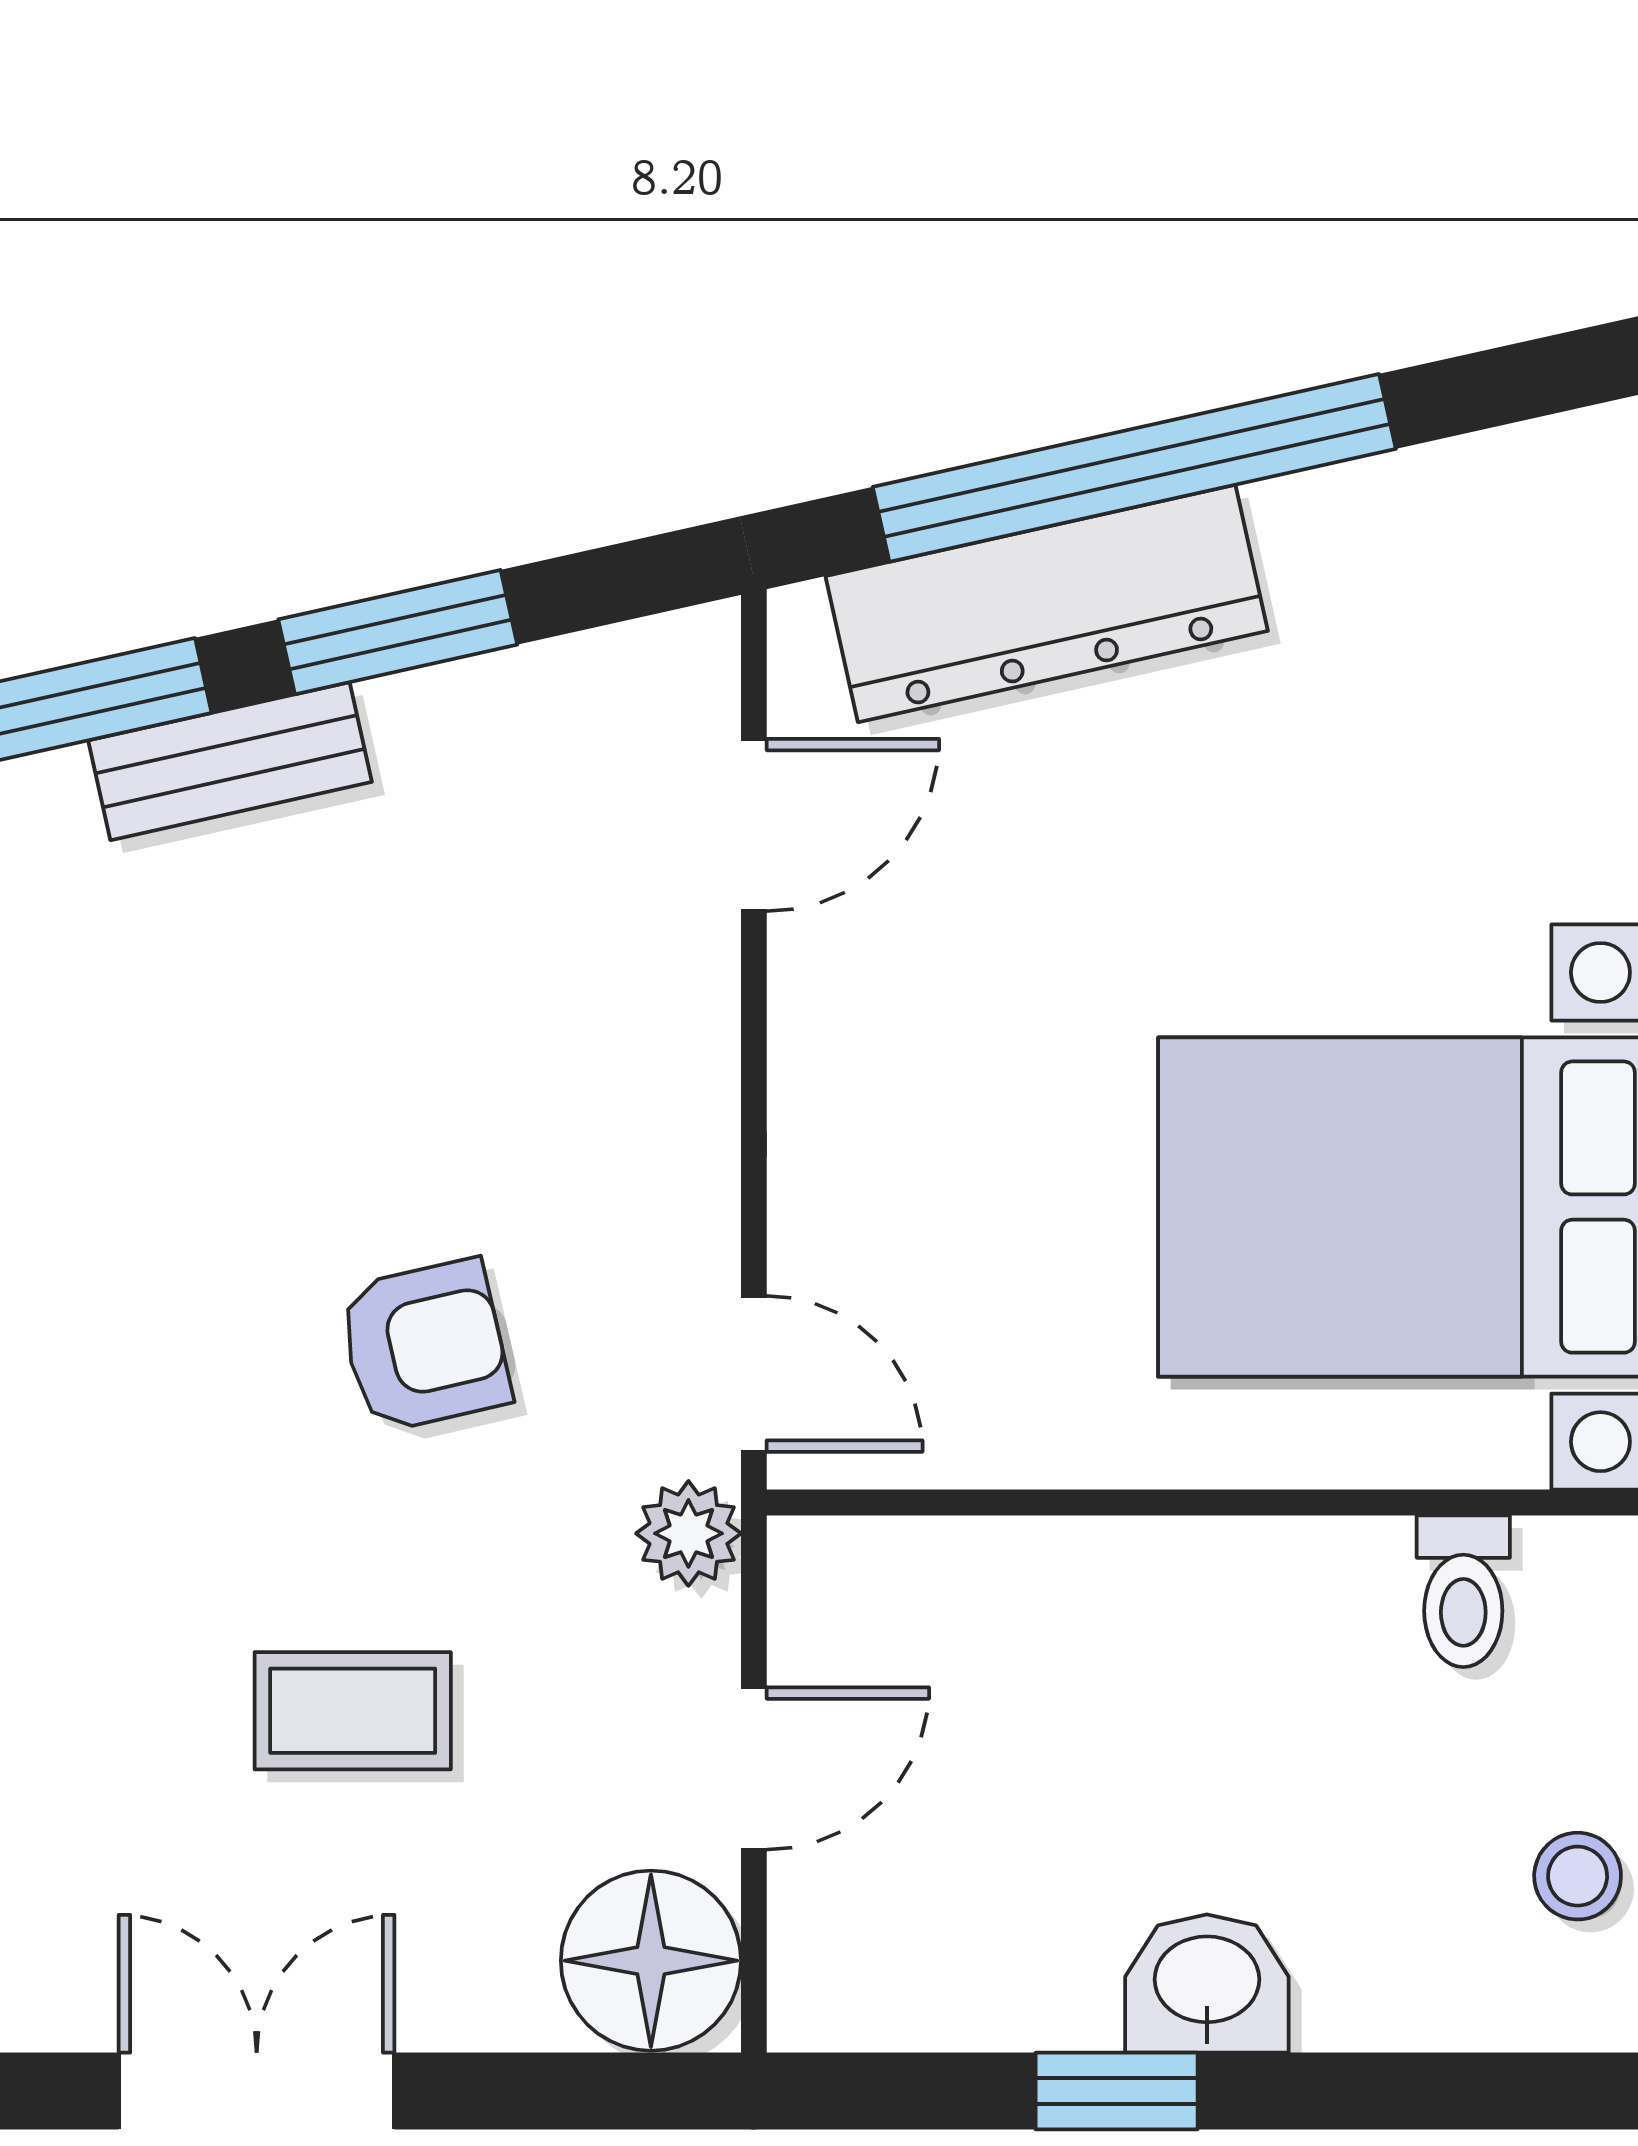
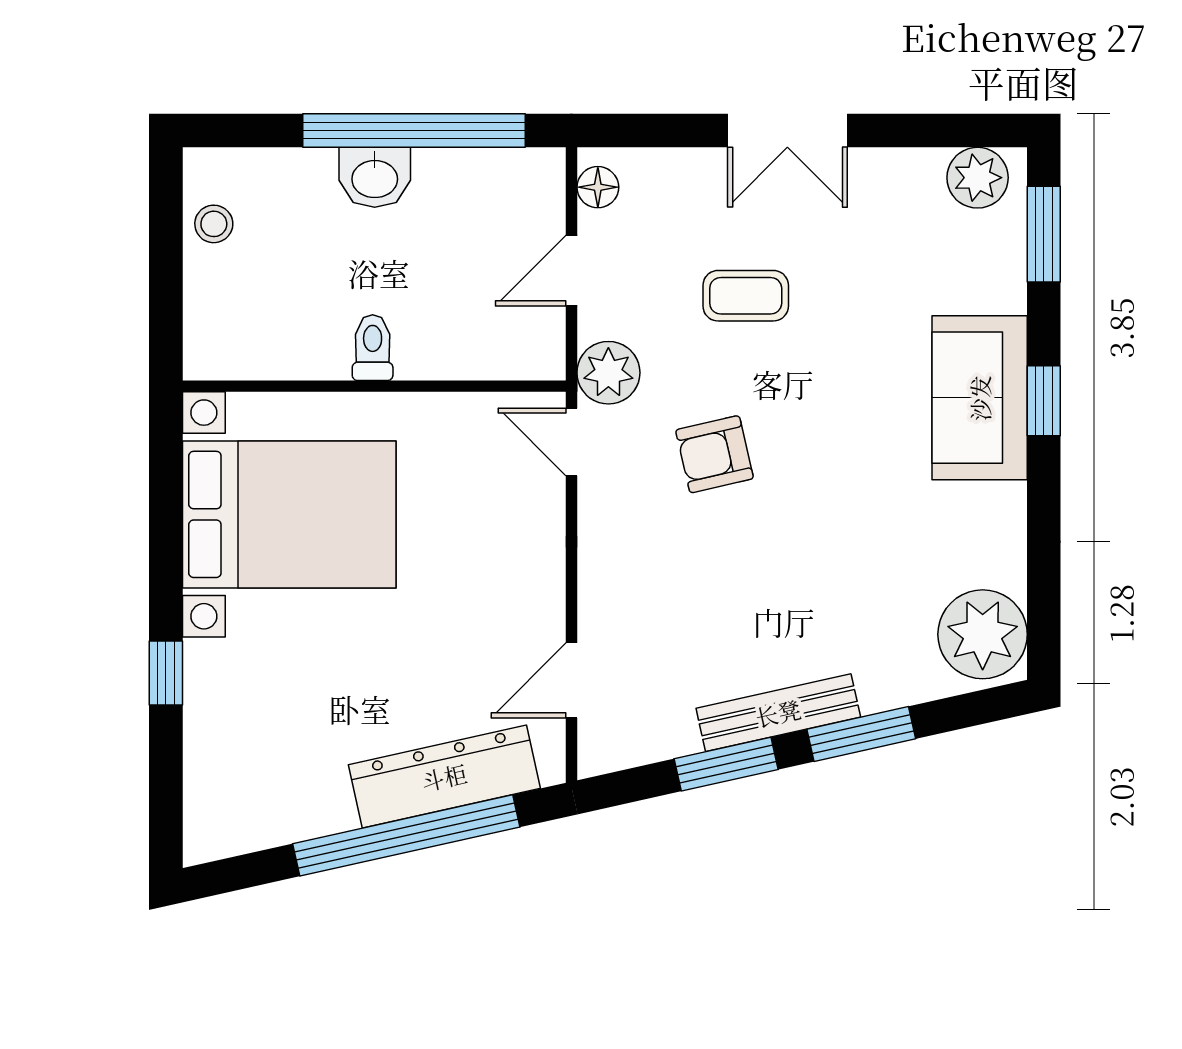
bench: (230, 761) -> (778, 713), width x1.36
plant: (688, 1533) -> (608, 373), width x1.38, depth x1.38
toilet: (1463, 1591) -> (373, 348), moved
floor lamp: (651, 1961) -> (598, 187), width x0.53, depth x0.53
window: (1117, 2091) -> (414, 131), width x3.17

